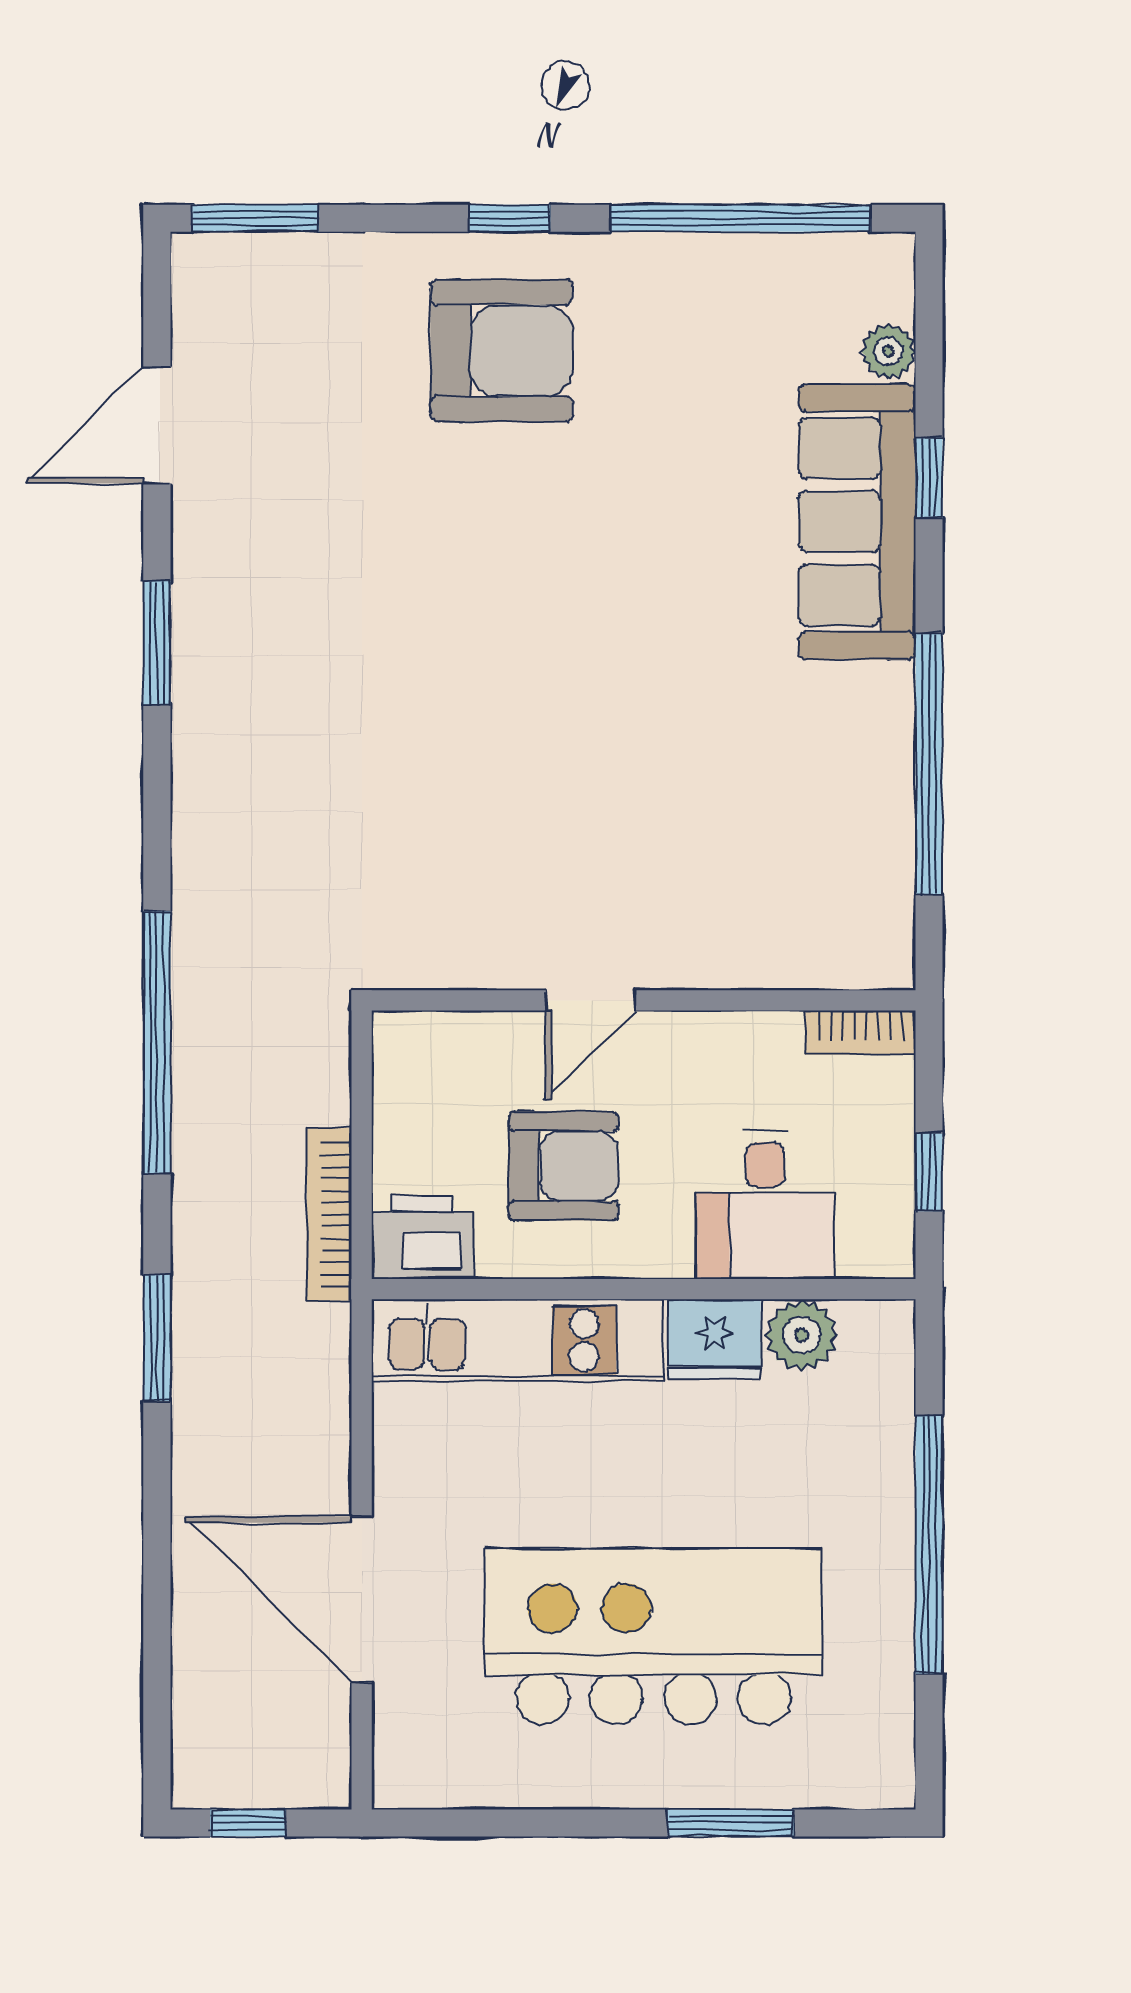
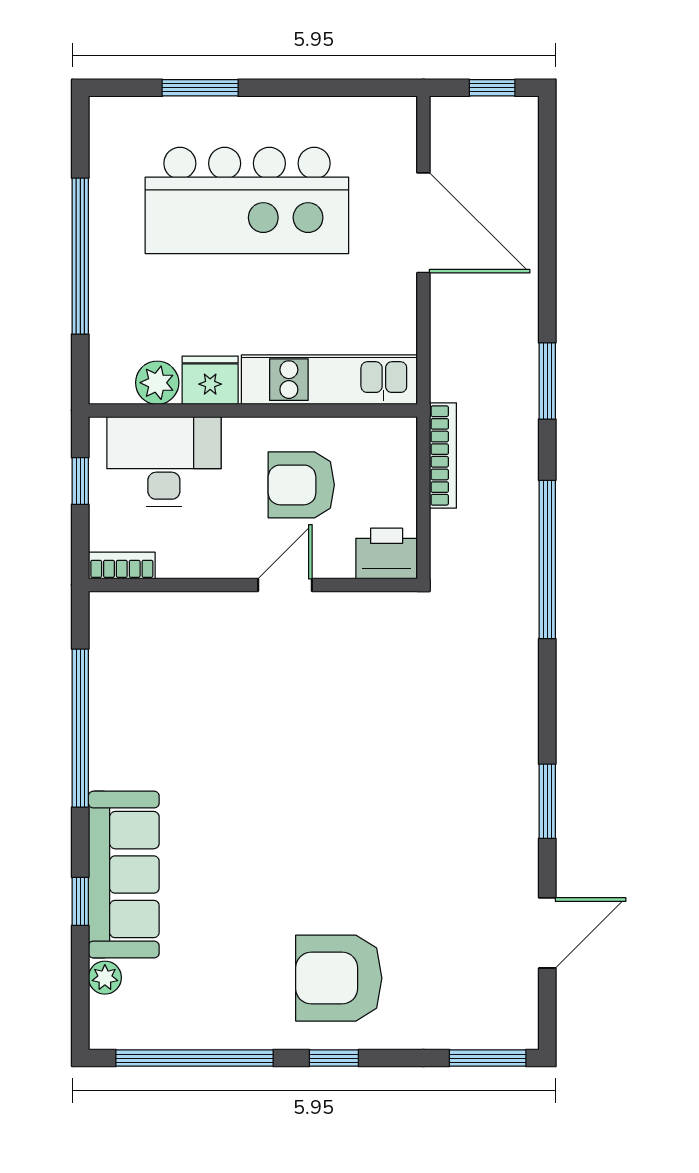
desk: (765, 1205) -> (164, 461), width x1.37
printer: (423, 1237) -> (387, 554), moved, turned 180

